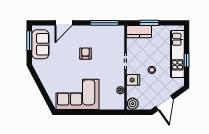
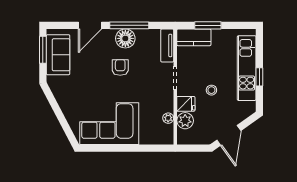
window: (104, 23) -> (129, 25), moved
floor lamp: (89, 32) -> (125, 38), added
tv unit: (120, 38) -> (167, 45), added
plant: (133, 104) -> (185, 121), moved

